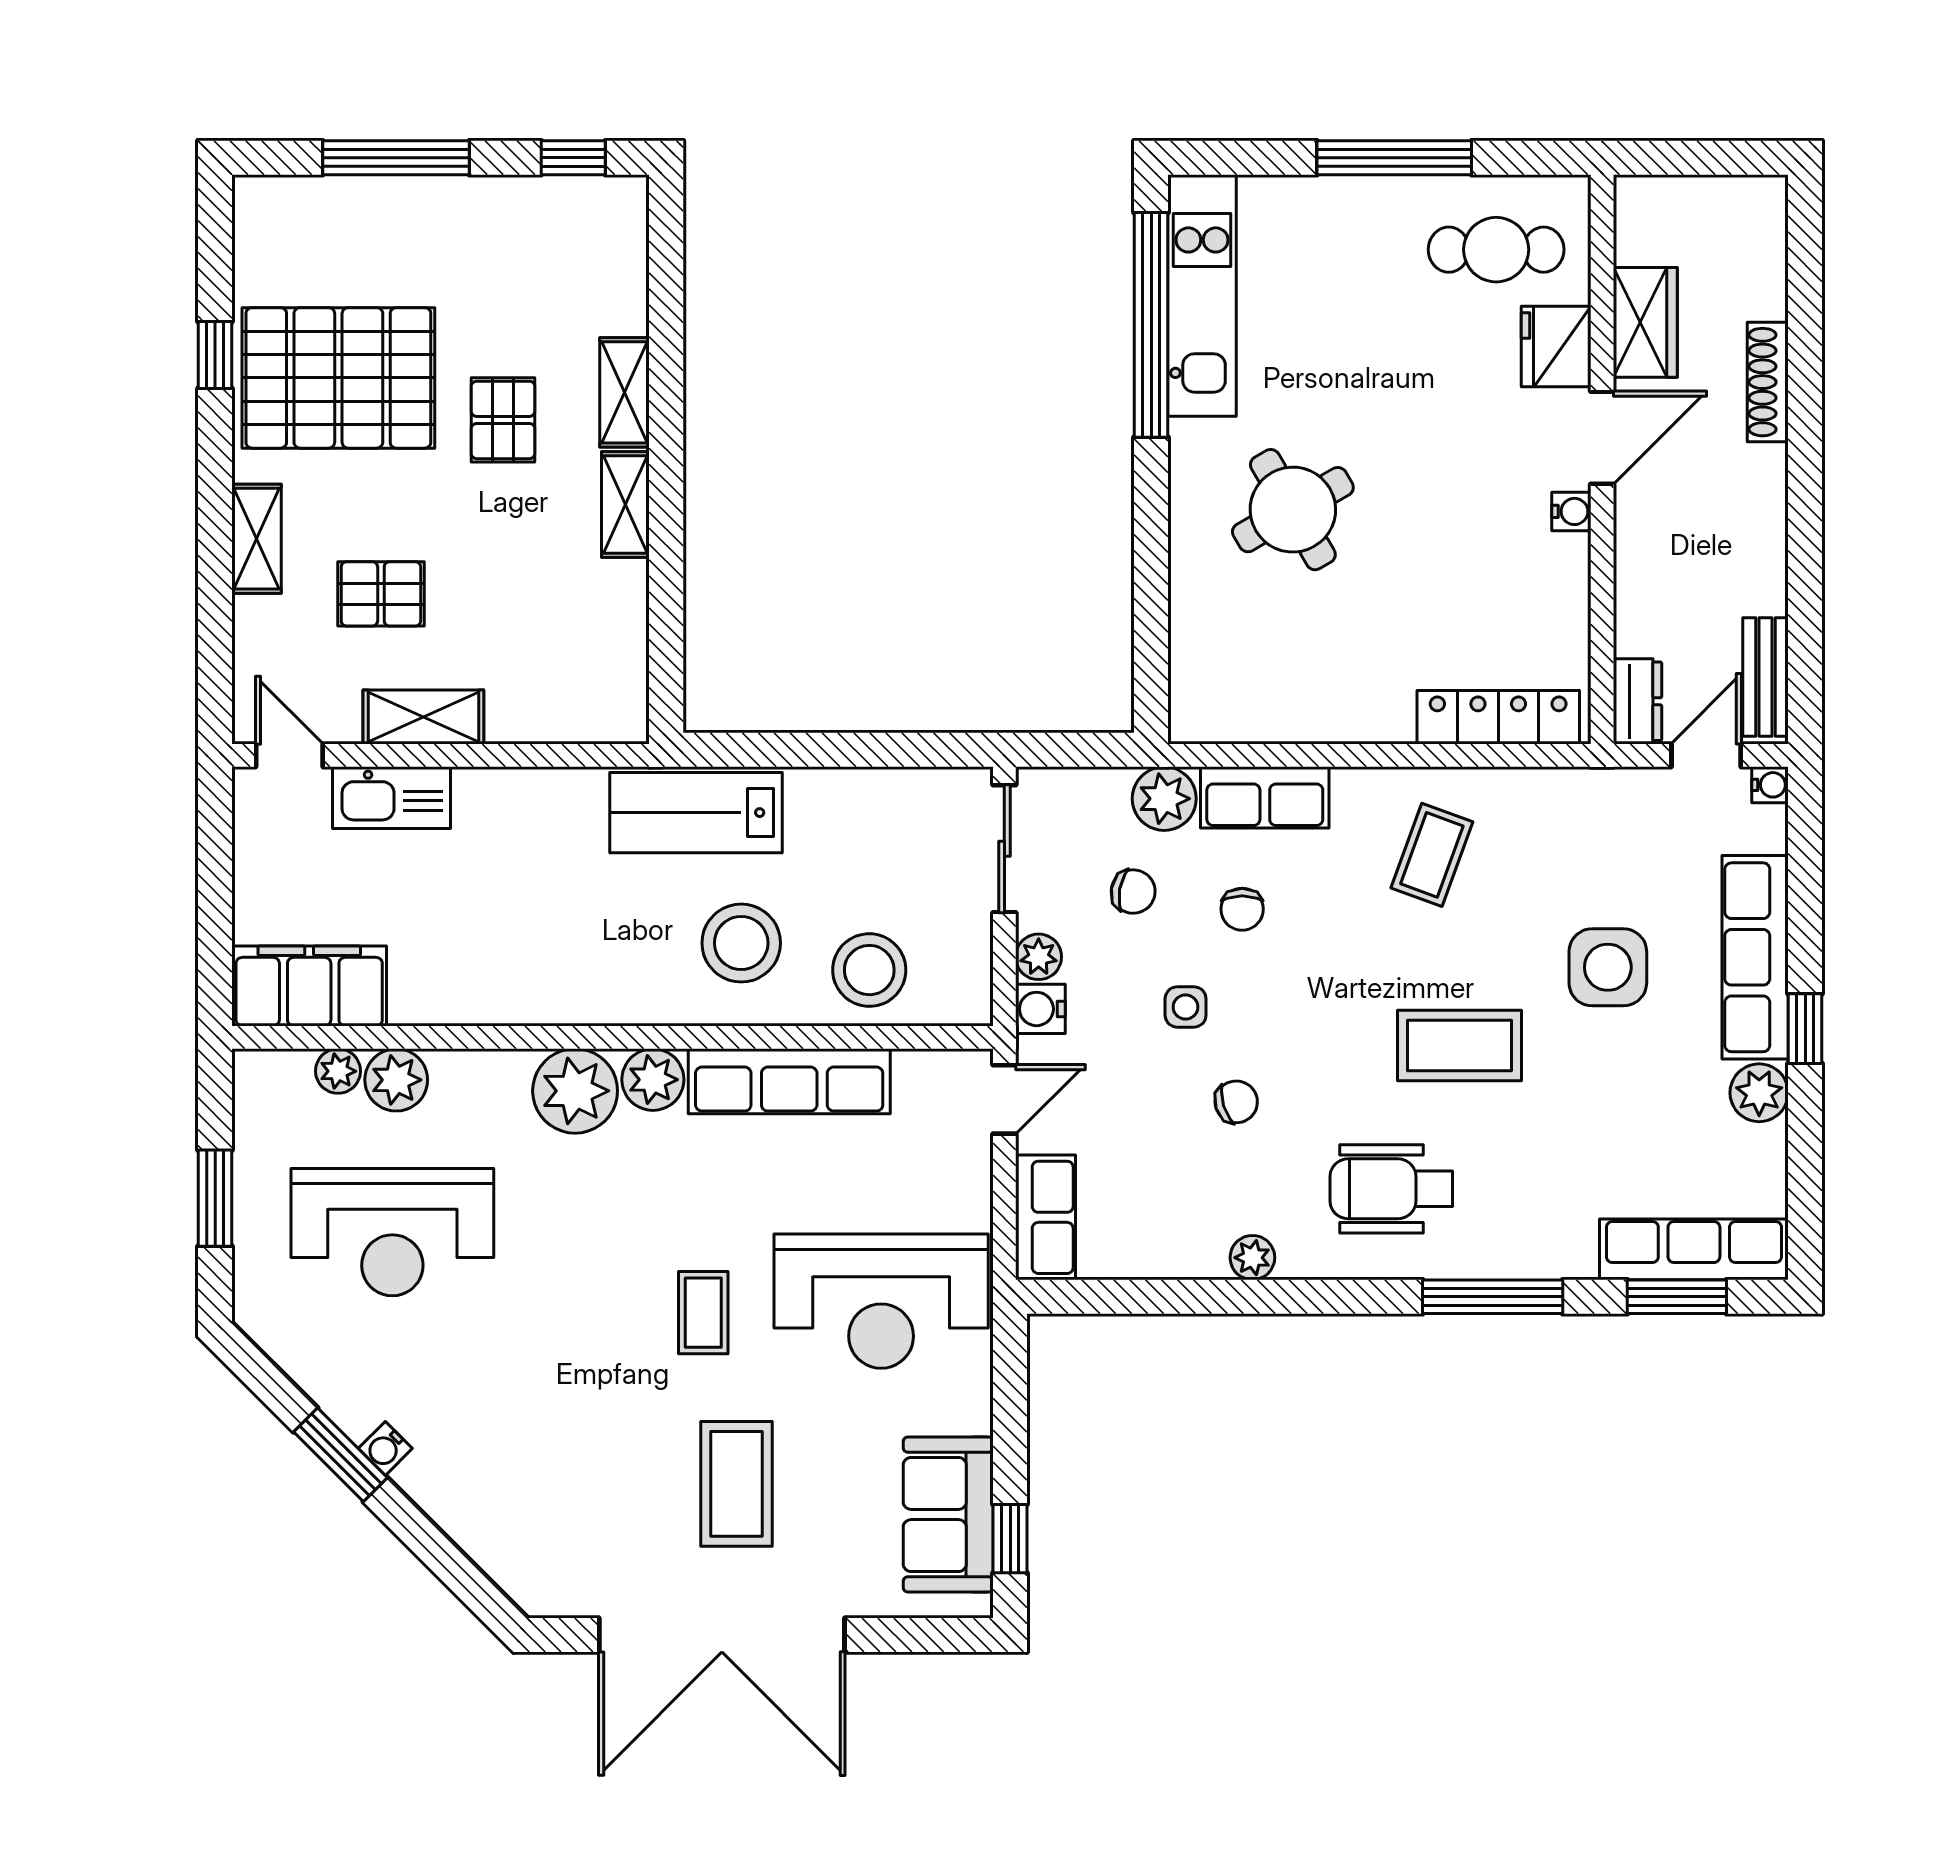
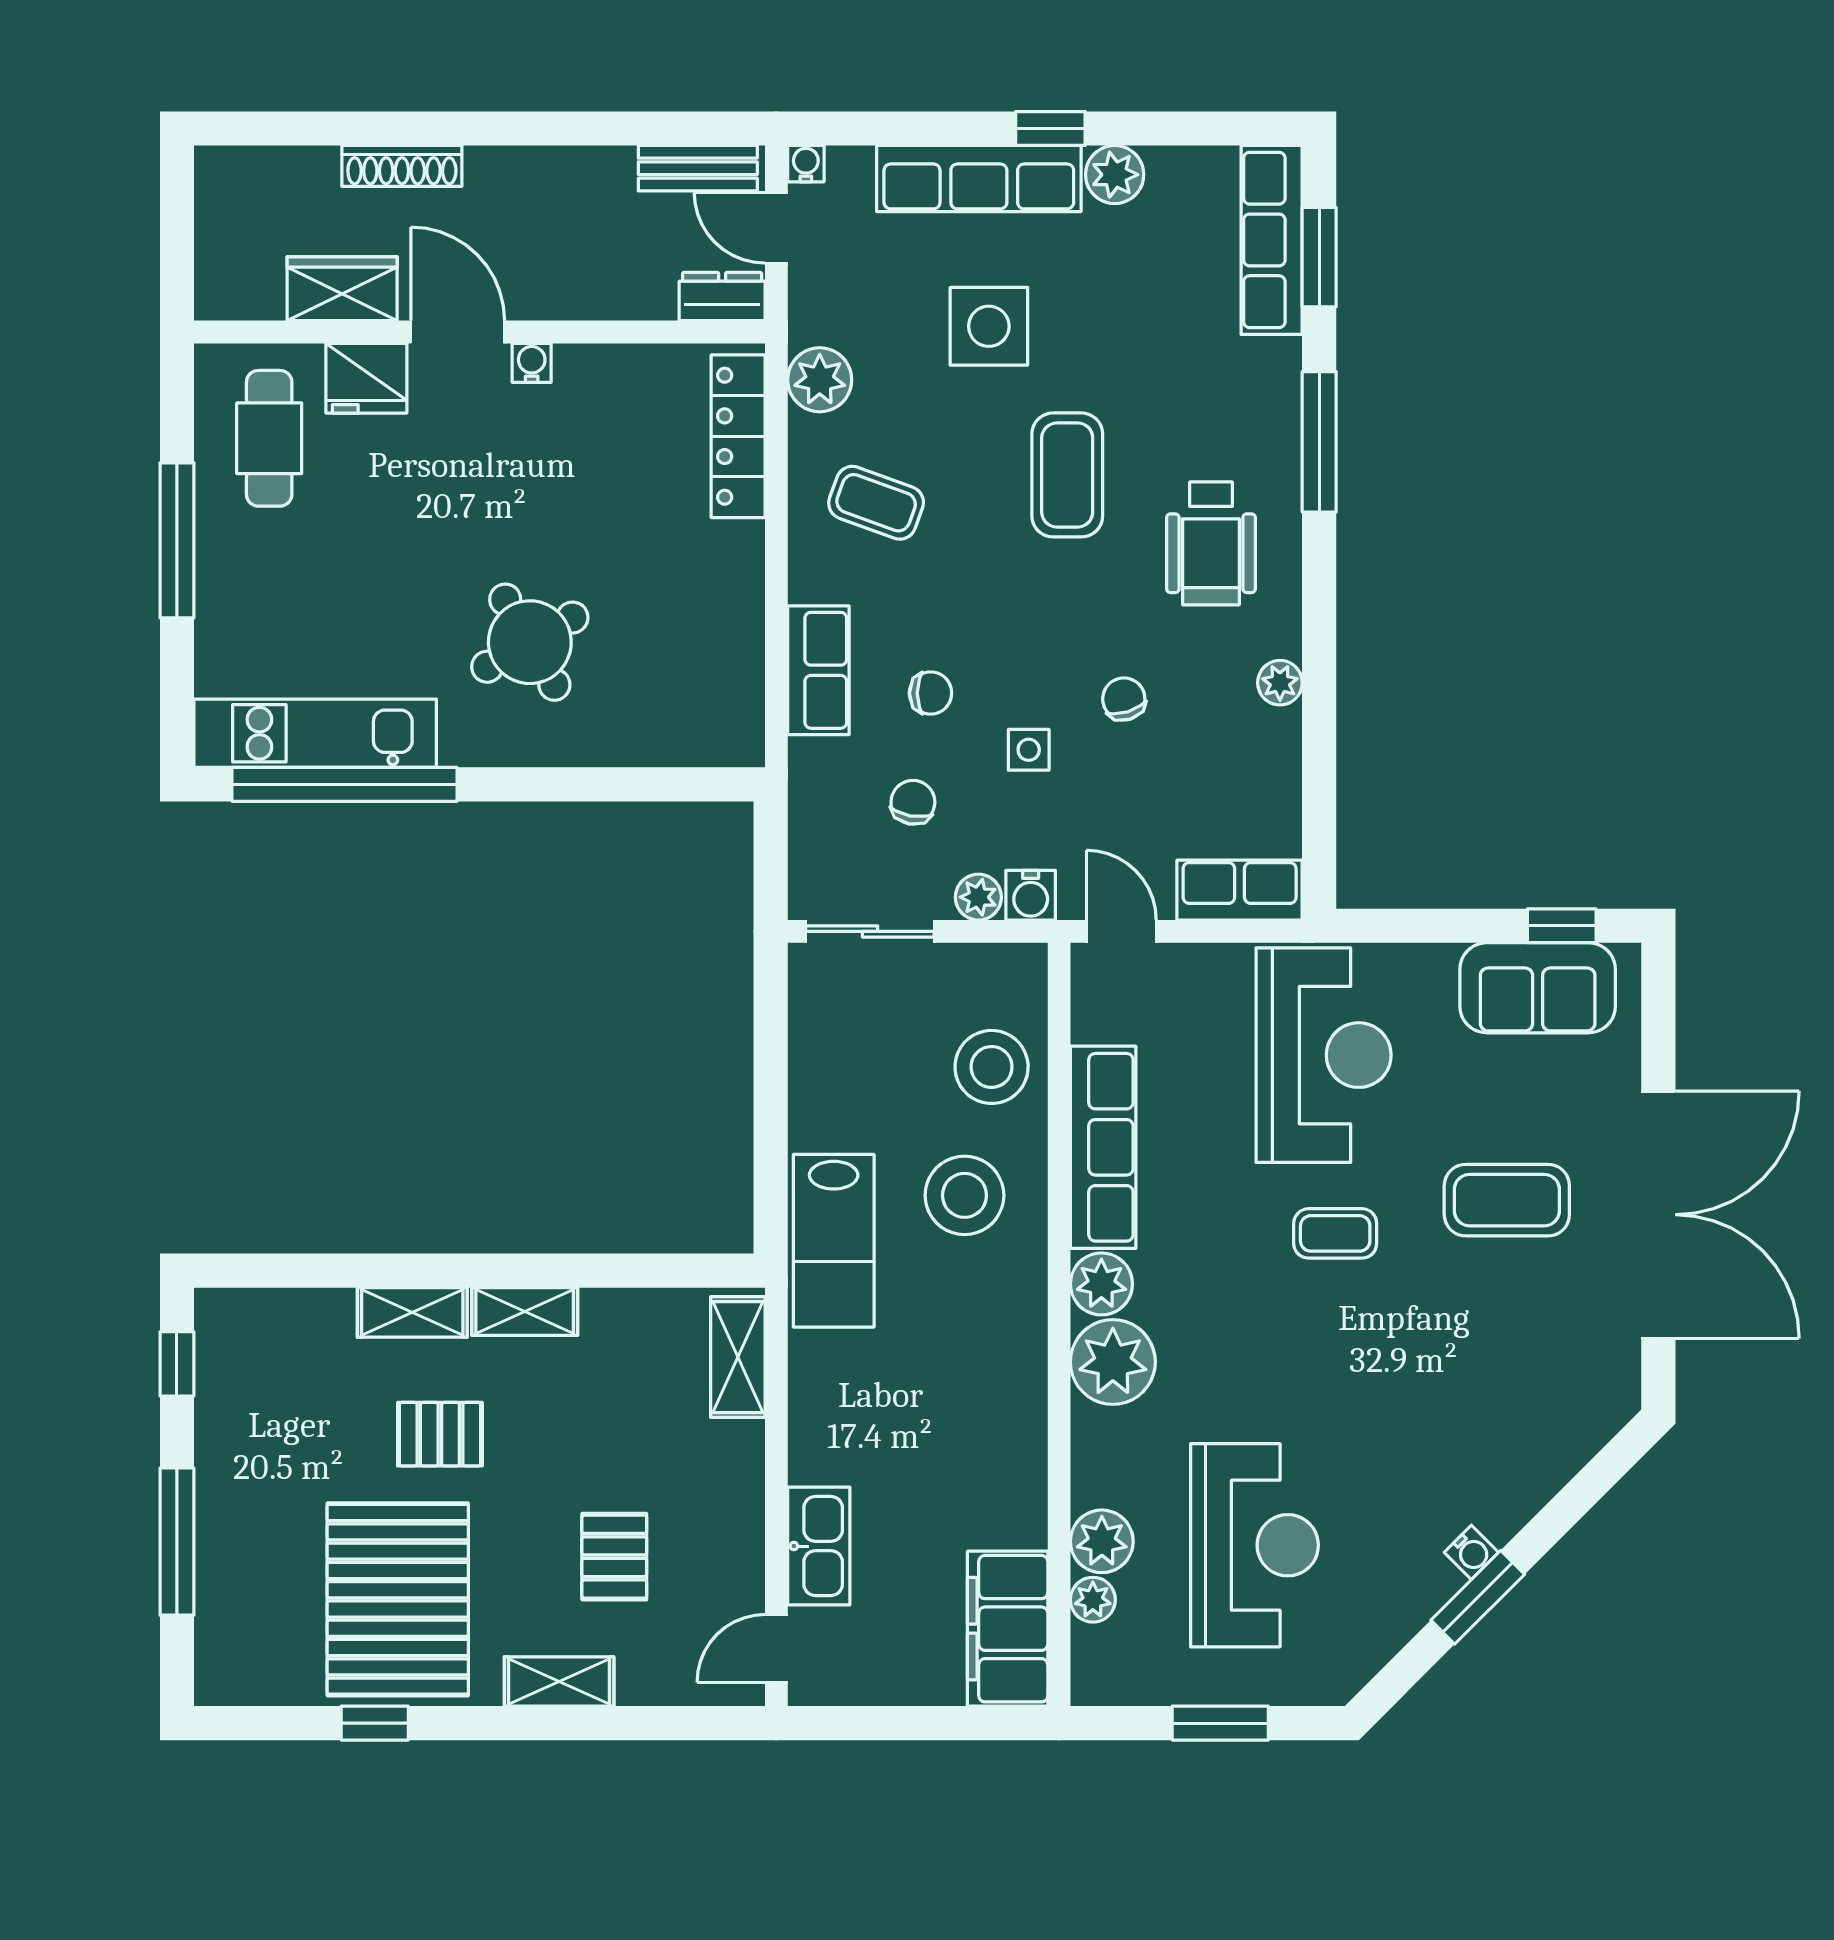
shelving: (423, 717) -> (738, 1357), moved
plant: (1164, 799) -> (820, 380), moved

